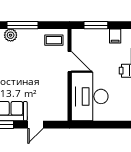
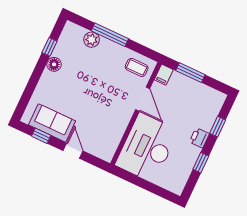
filing cabinet: (115, 36) -> (164, 75), moved
door: (36, 125) -> (73, 151), swing flipped

